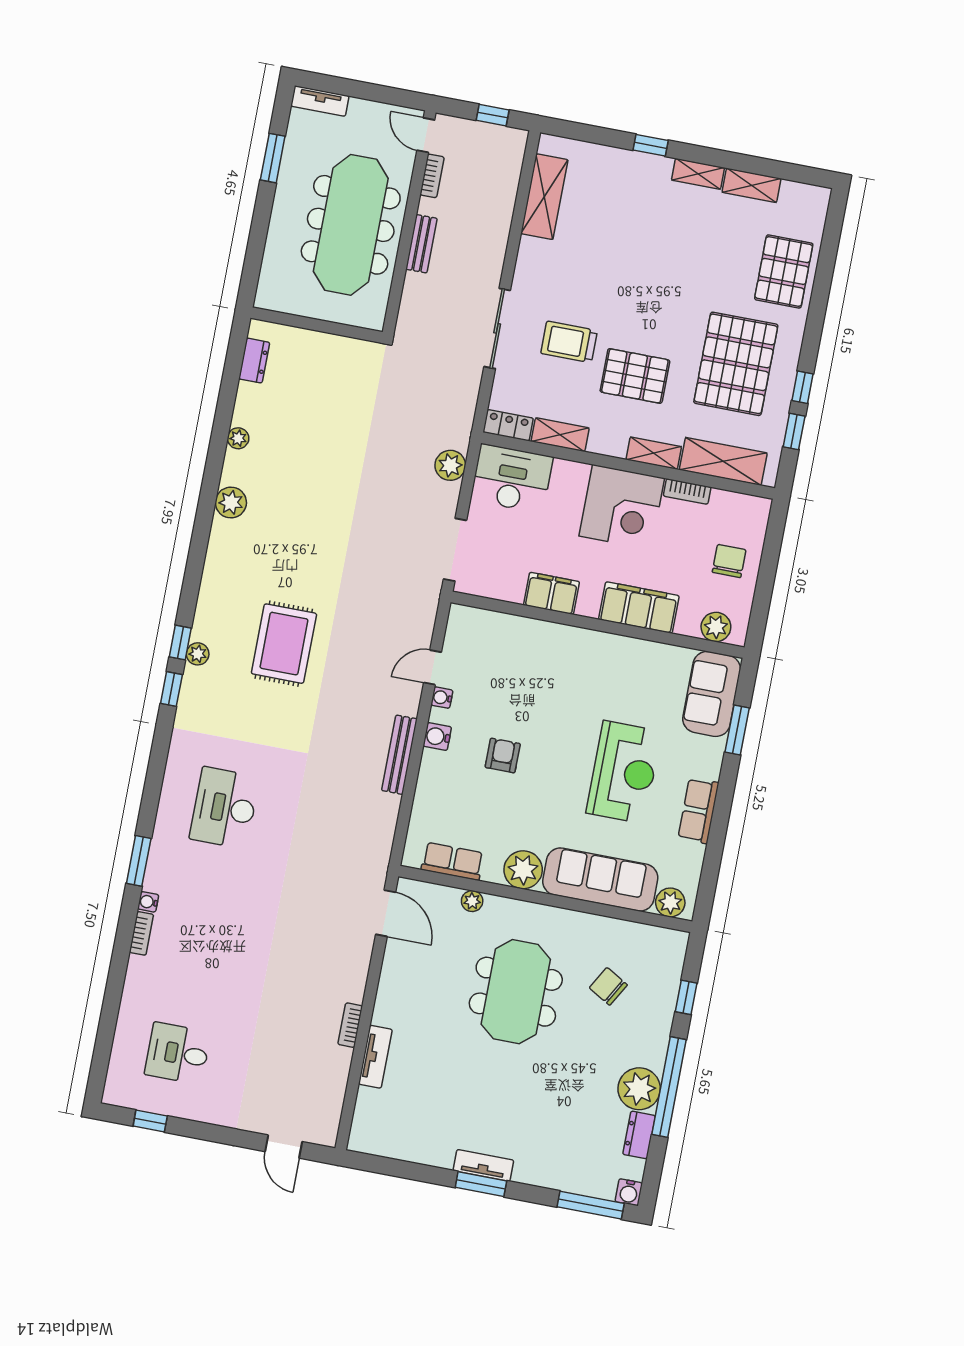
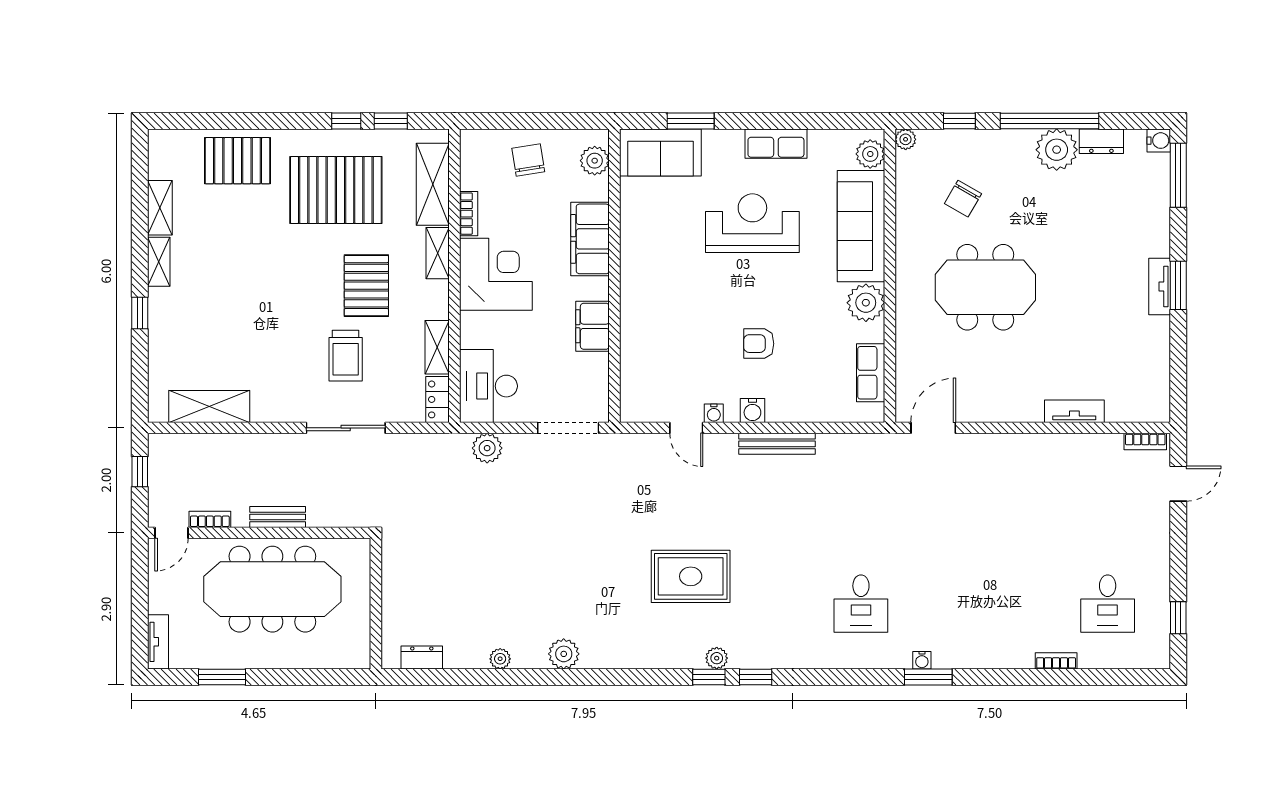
chair: (729, 561) -> (528, 160), turned 81
desk: (225, 808) -> (861, 604), width x0.73
plant: (472, 901) -> (906, 139), moved
water cooler: (148, 902) -> (922, 660), moved
bookcase: (141, 933) -> (1056, 661), moved
bookcase: (350, 1025) -> (1145, 442), moved

